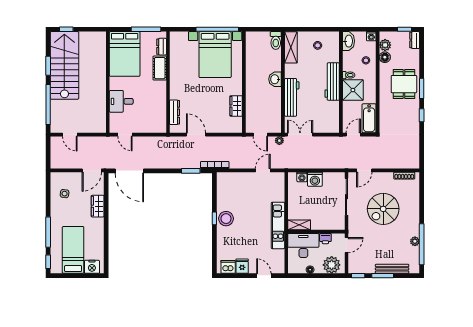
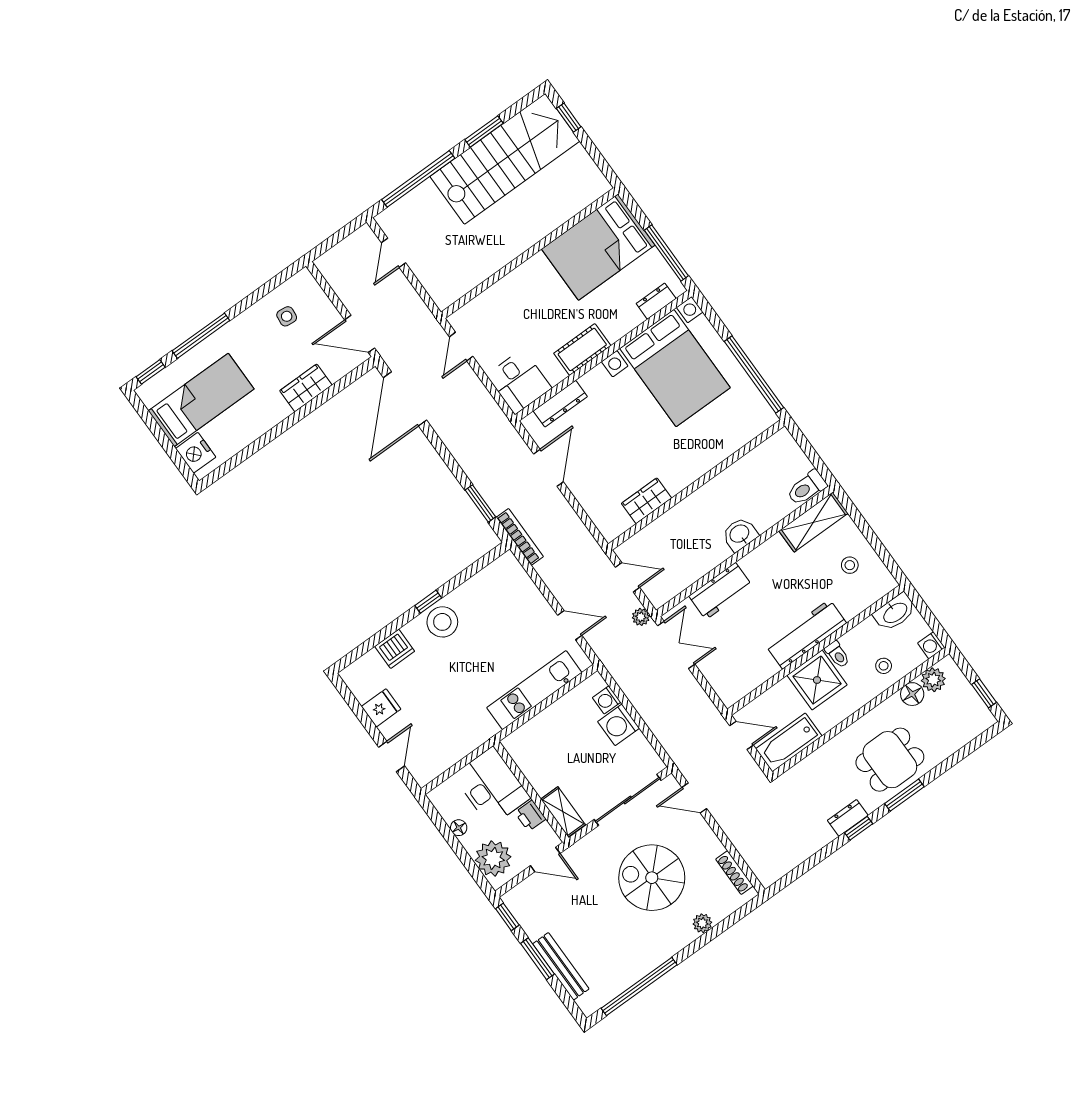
dresser: (415, 40) -> (848, 818), moved
bed with nightstands: (215, 55) -> (675, 368), moved, turned -90
cot: (160, 68) -> (582, 349), moved
workbench: (292, 97) -> (721, 591), width x0.73
desk: (121, 101) -> (519, 382), moved, turned 180
door: (260, 135) -> (627, 577), swing flipped
kitchen unit: (278, 225) -> (534, 690), moved
shelving: (299, 225) -> (563, 812), moved
plant: (415, 241) -> (702, 923), moved
dishwasher: (228, 267) -> (395, 649), moved, turned 90

